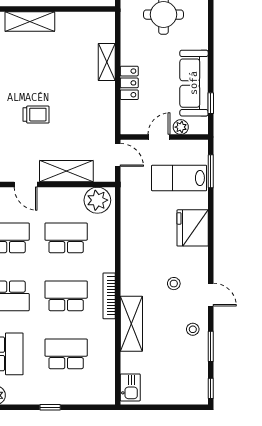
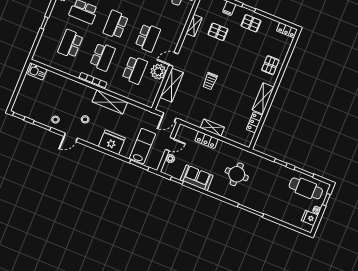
locker: (72, 20) -> (254, 122), added
shelving: (107, 62) -> (212, 128), moved
sofa: (194, 83) -> (197, 178), width x0.73
door: (159, 137) -> (170, 144), hinge flipped
plant: (97, 200) -> (158, 72), moved
shelving: (131, 324) -> (110, 102), moved
school desk: (66, 354) -> (70, 44), turned 180

